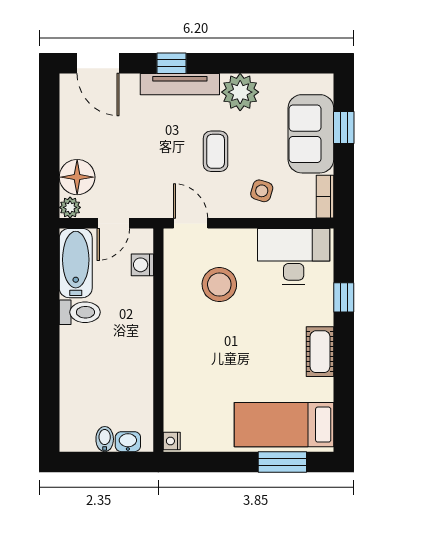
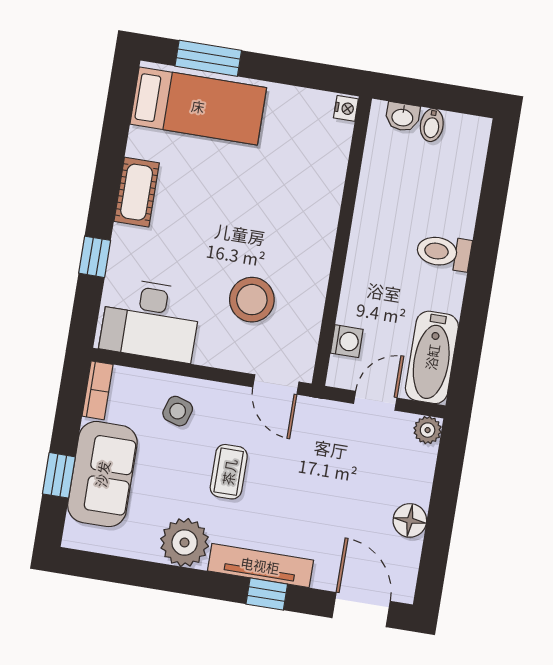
floor lamp: (77, 177) -> (410, 520), moved, width x0.73, depth x0.73
toilet: (80, 312) -> (444, 252), moved

